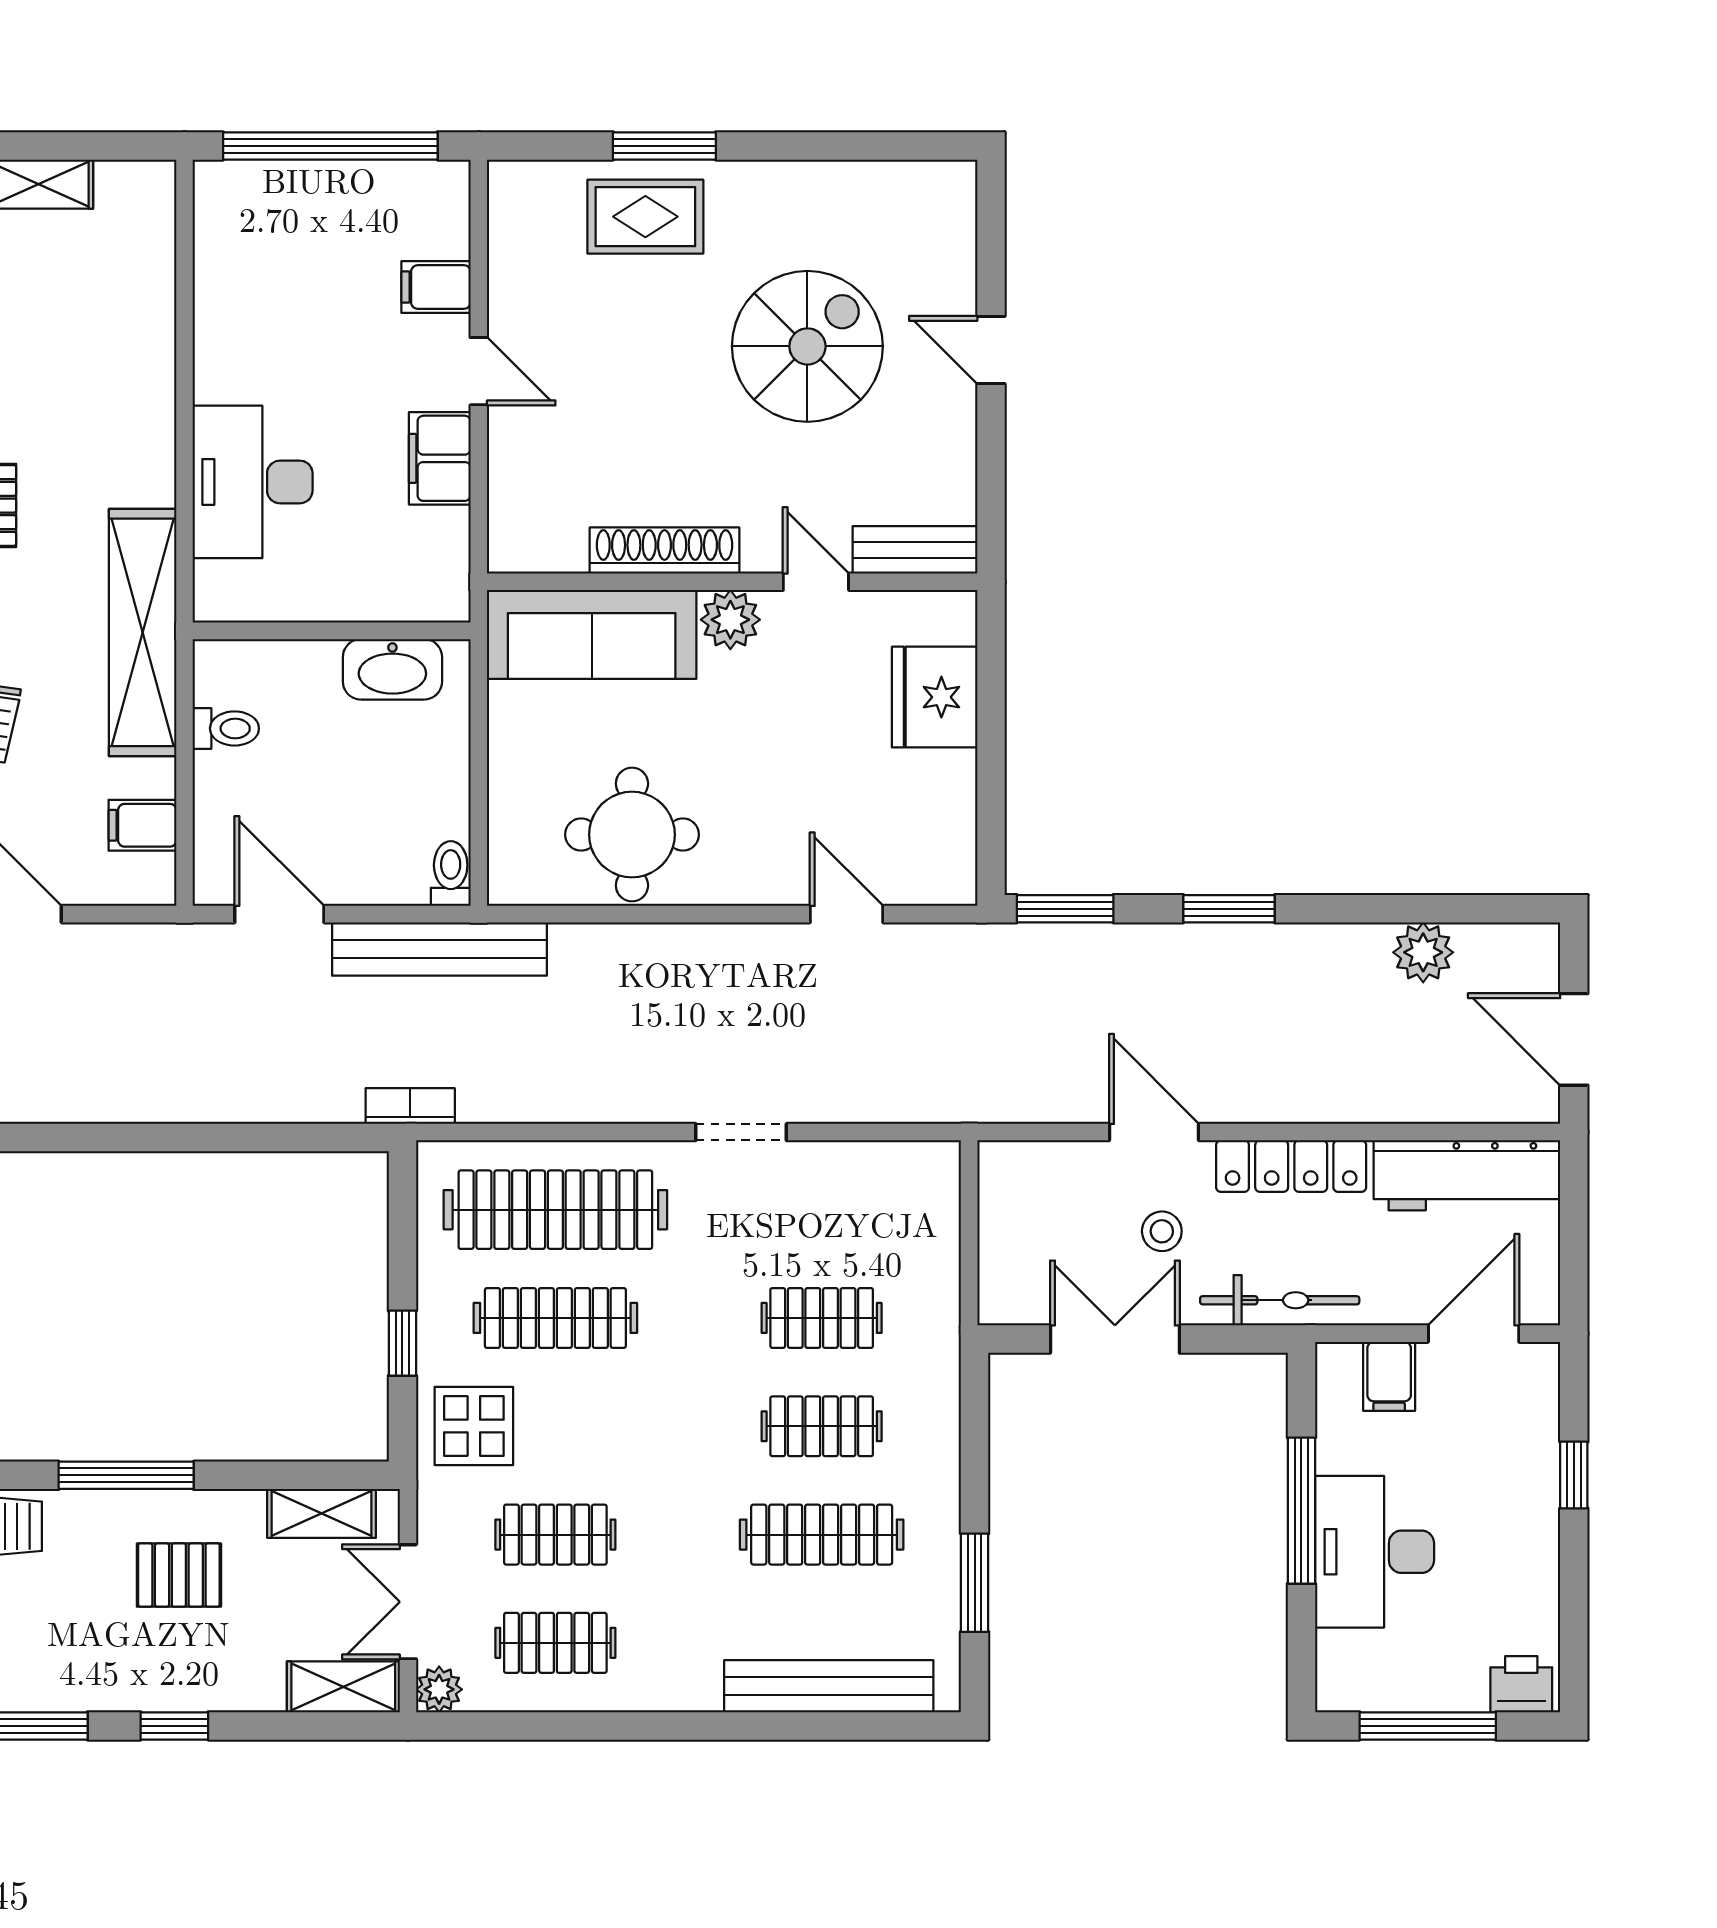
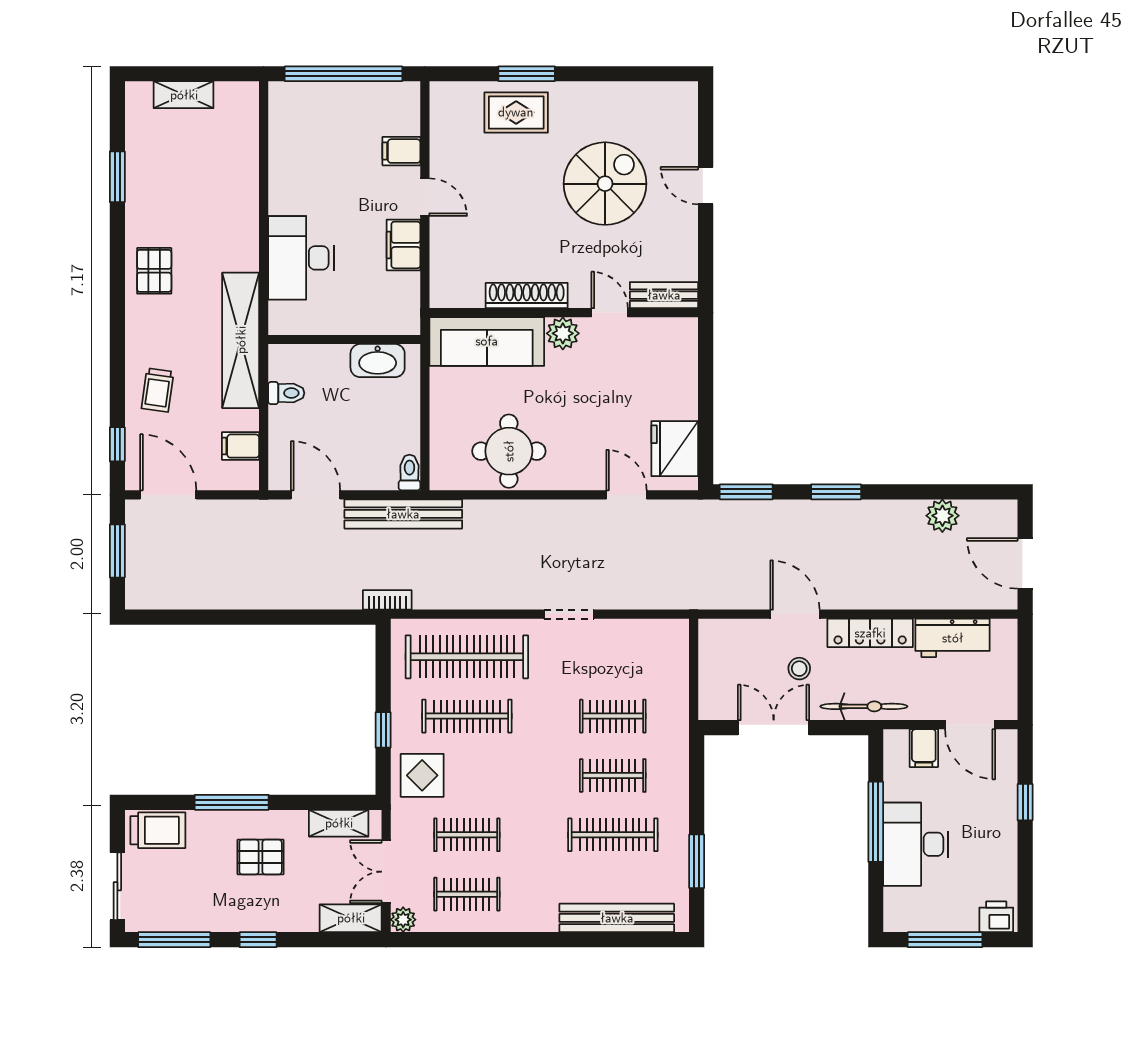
fridge: (935, 697) -> (675, 449), moved
workbench: (1467, 1175) -> (953, 638), width x0.73
door: (1474, 1334) -> (970, 725), swing flipped

